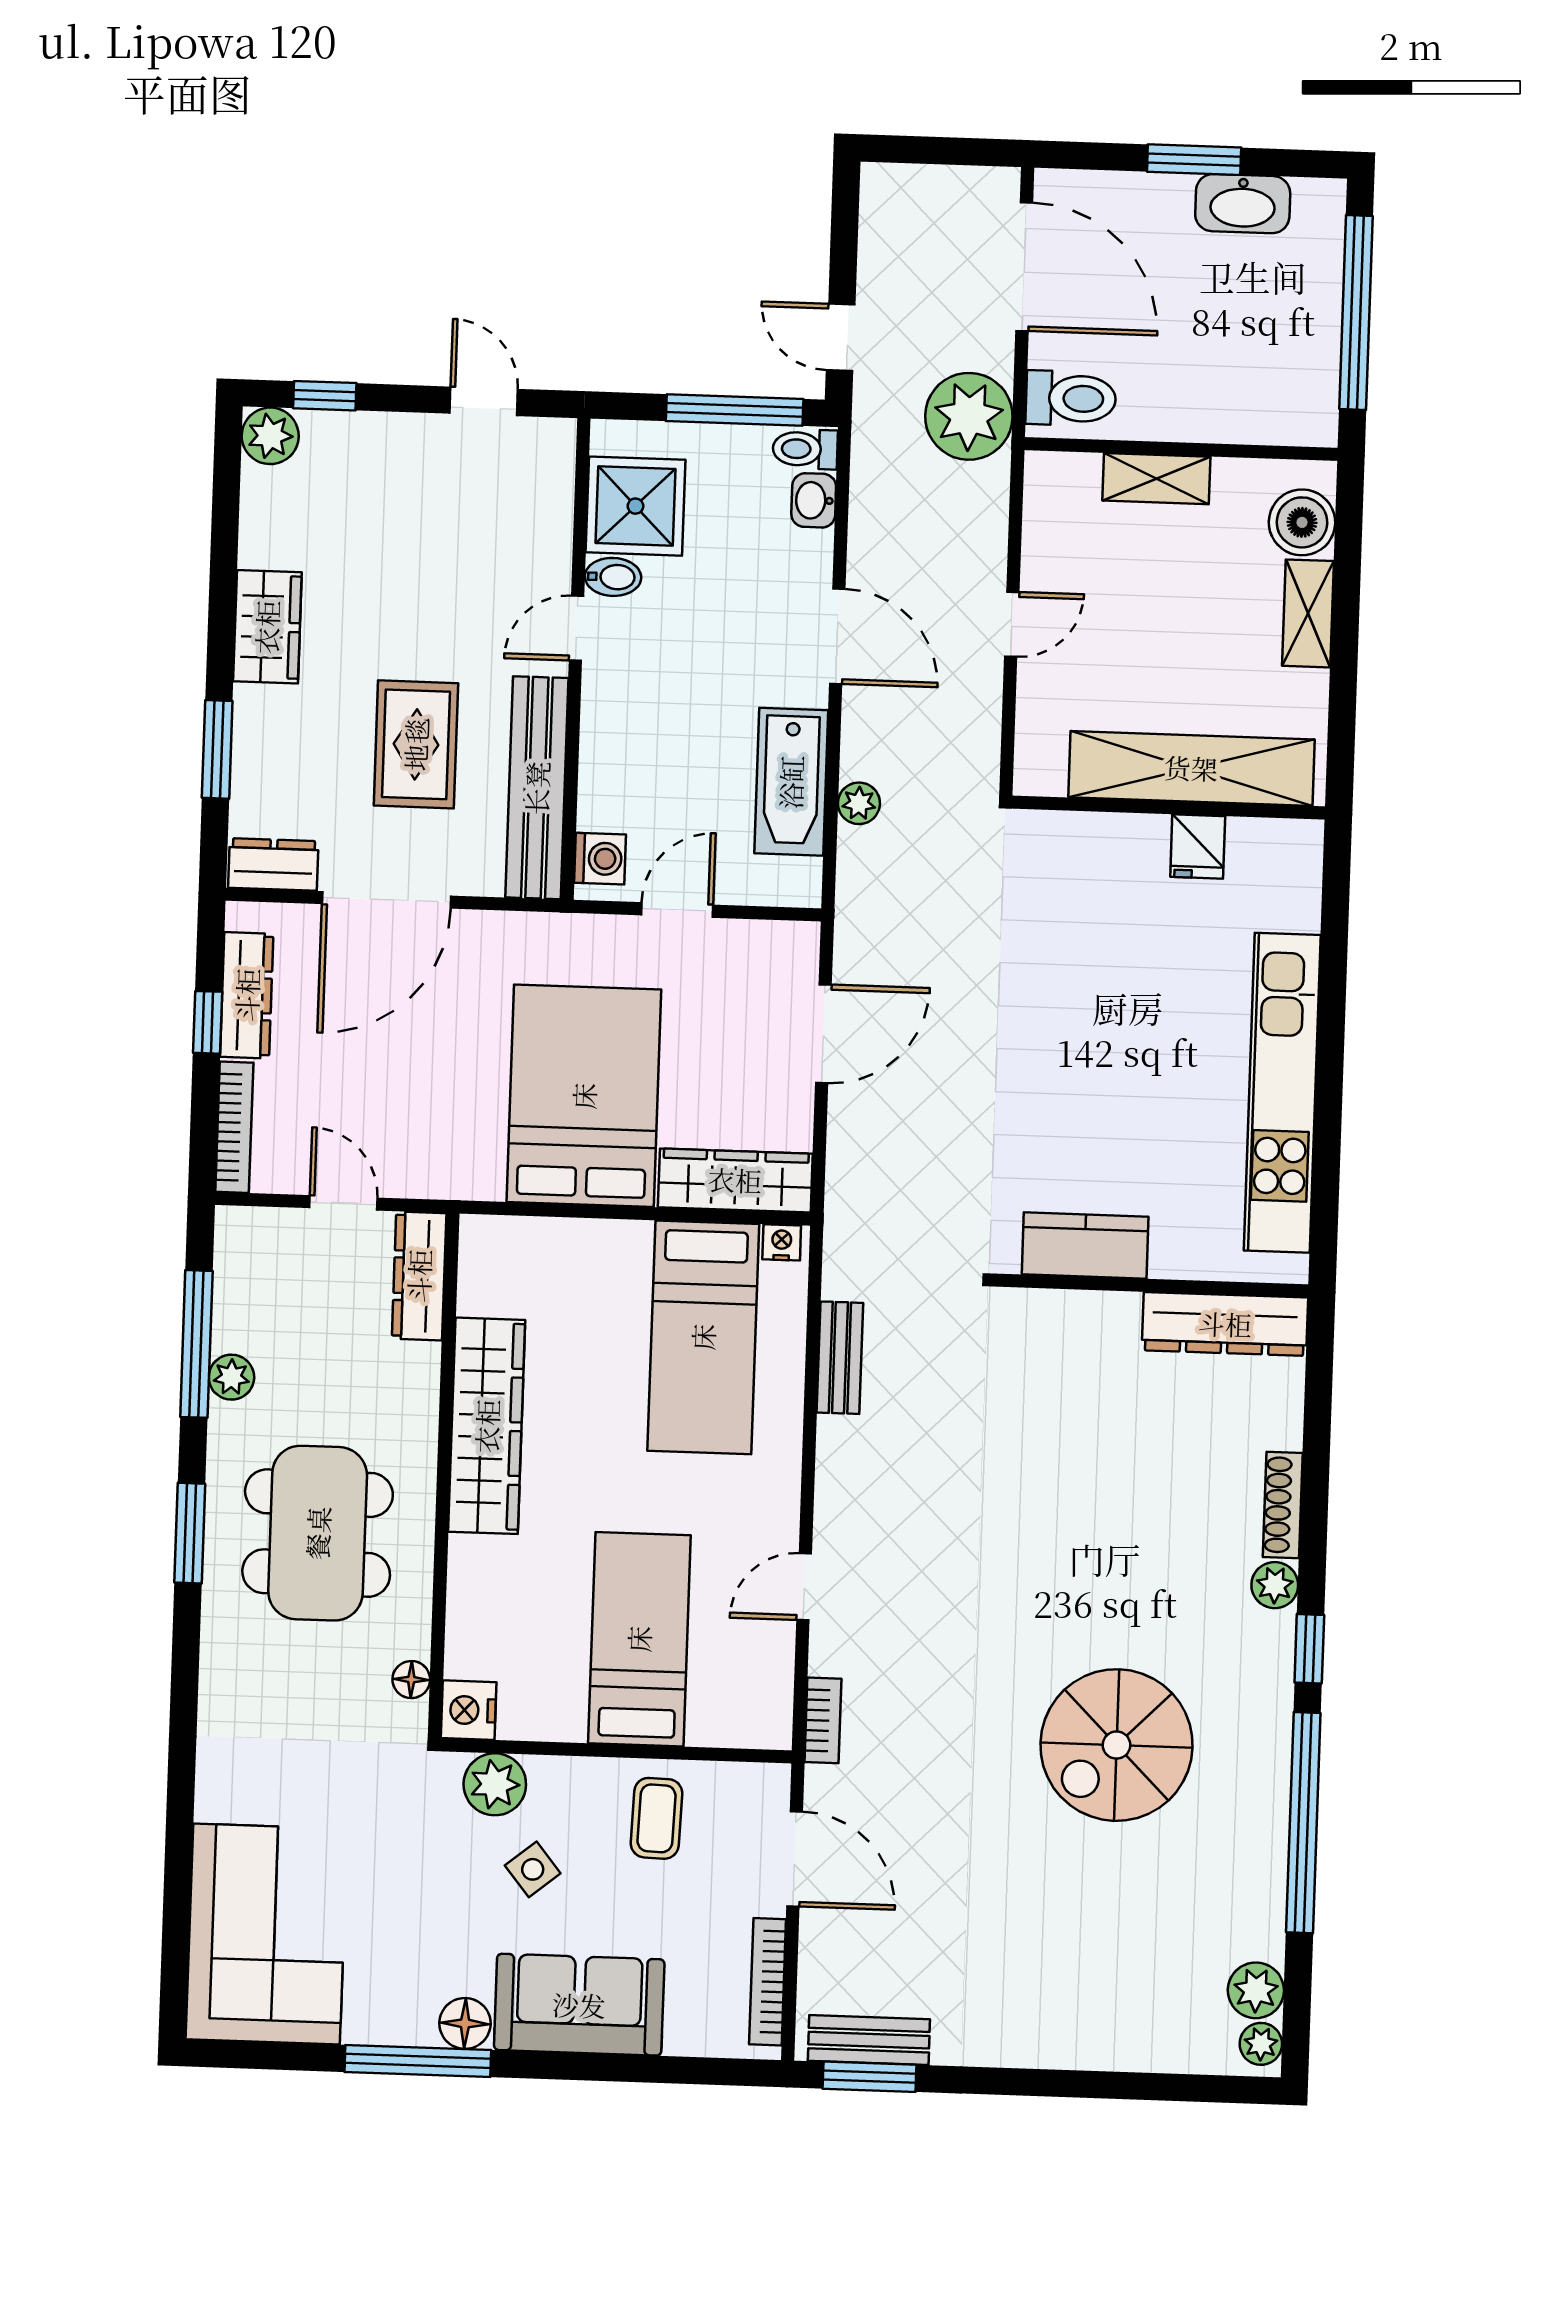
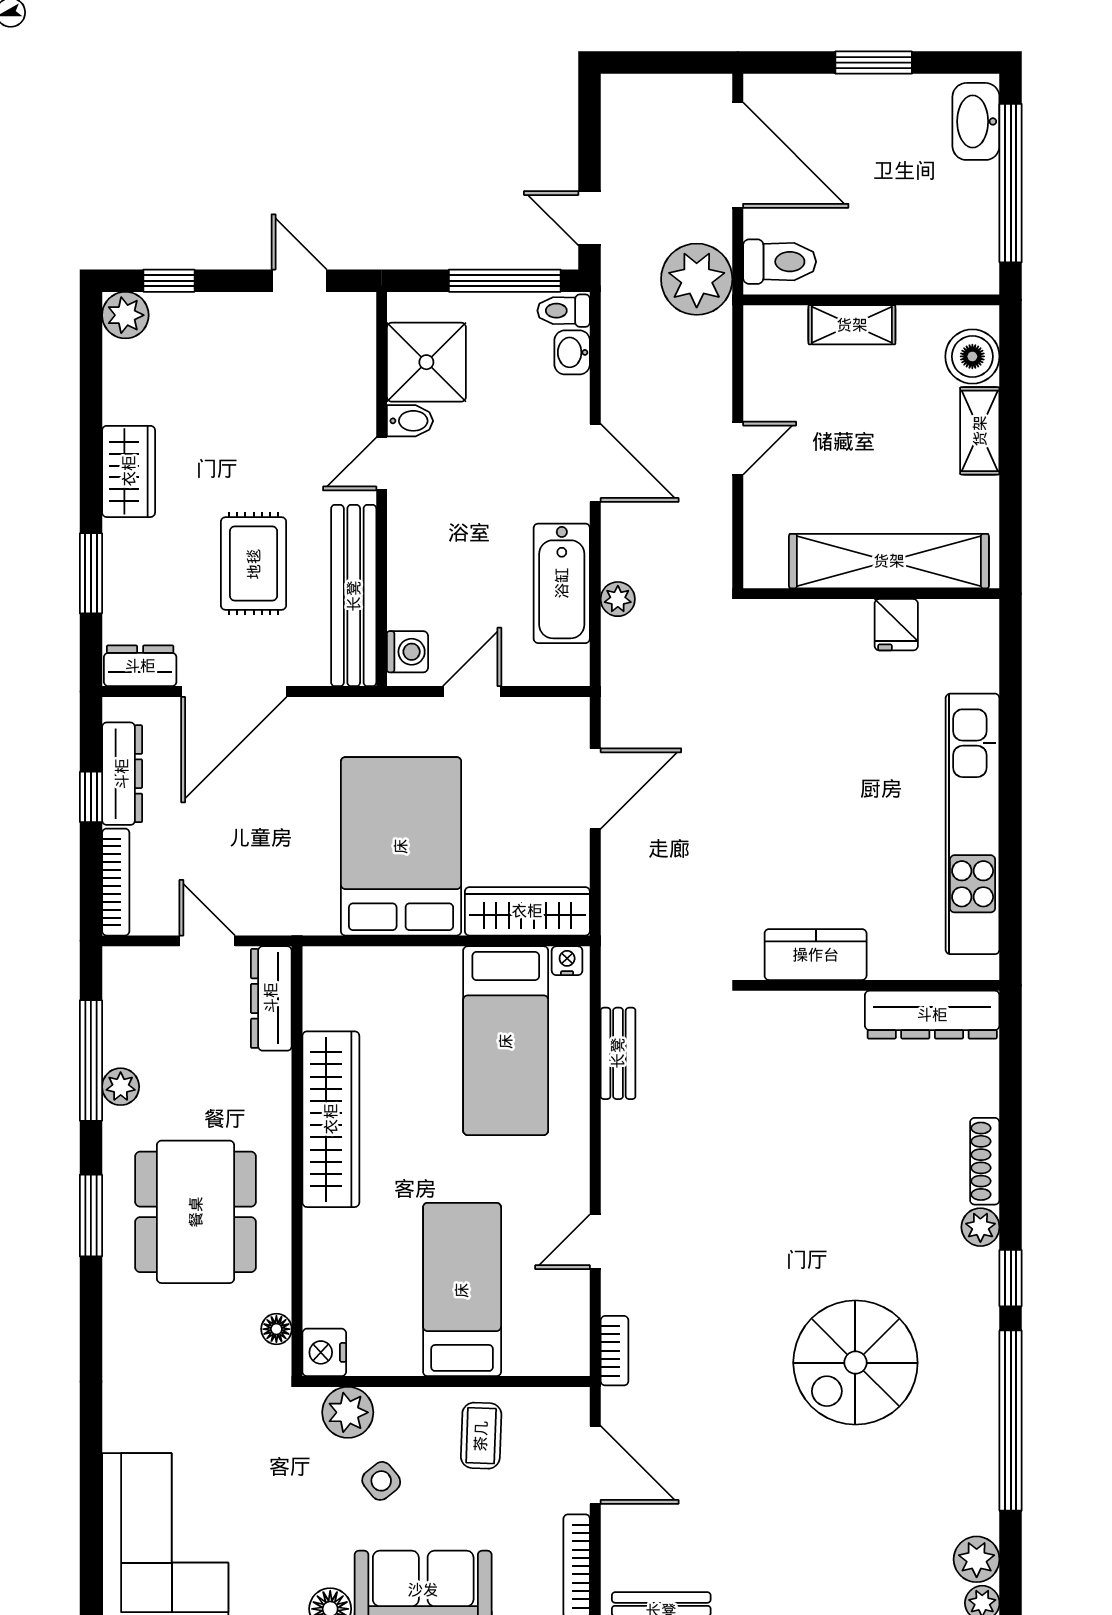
washbasin: (1243, 204) -> (976, 121), moved, turned 90

